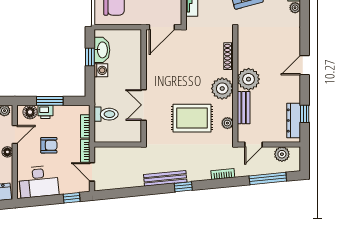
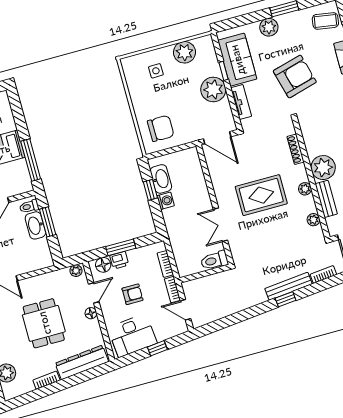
door: (162, 27) -> (217, 138), hinge flipped
plant: (222, 89) -> (305, 189), width x0.53, depth x0.53
toilet: (106, 114) -> (214, 260), moved, turned 180
rug: (192, 118) -> (261, 195), moved
bench: (165, 178) -> (289, 286), moved
window: (72, 198) -> (157, 348), moved

